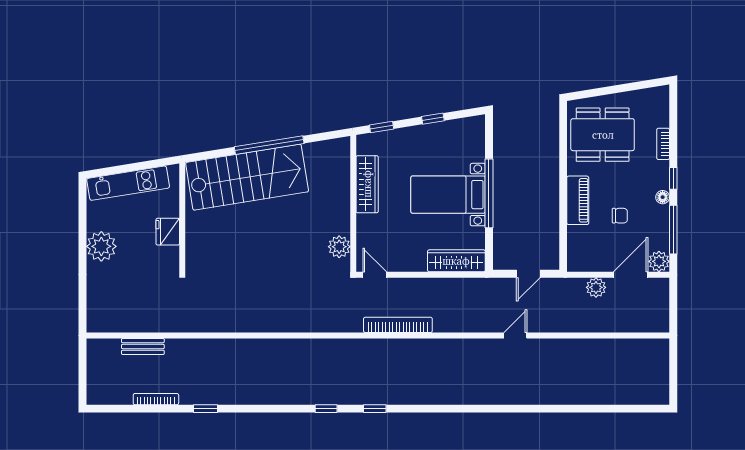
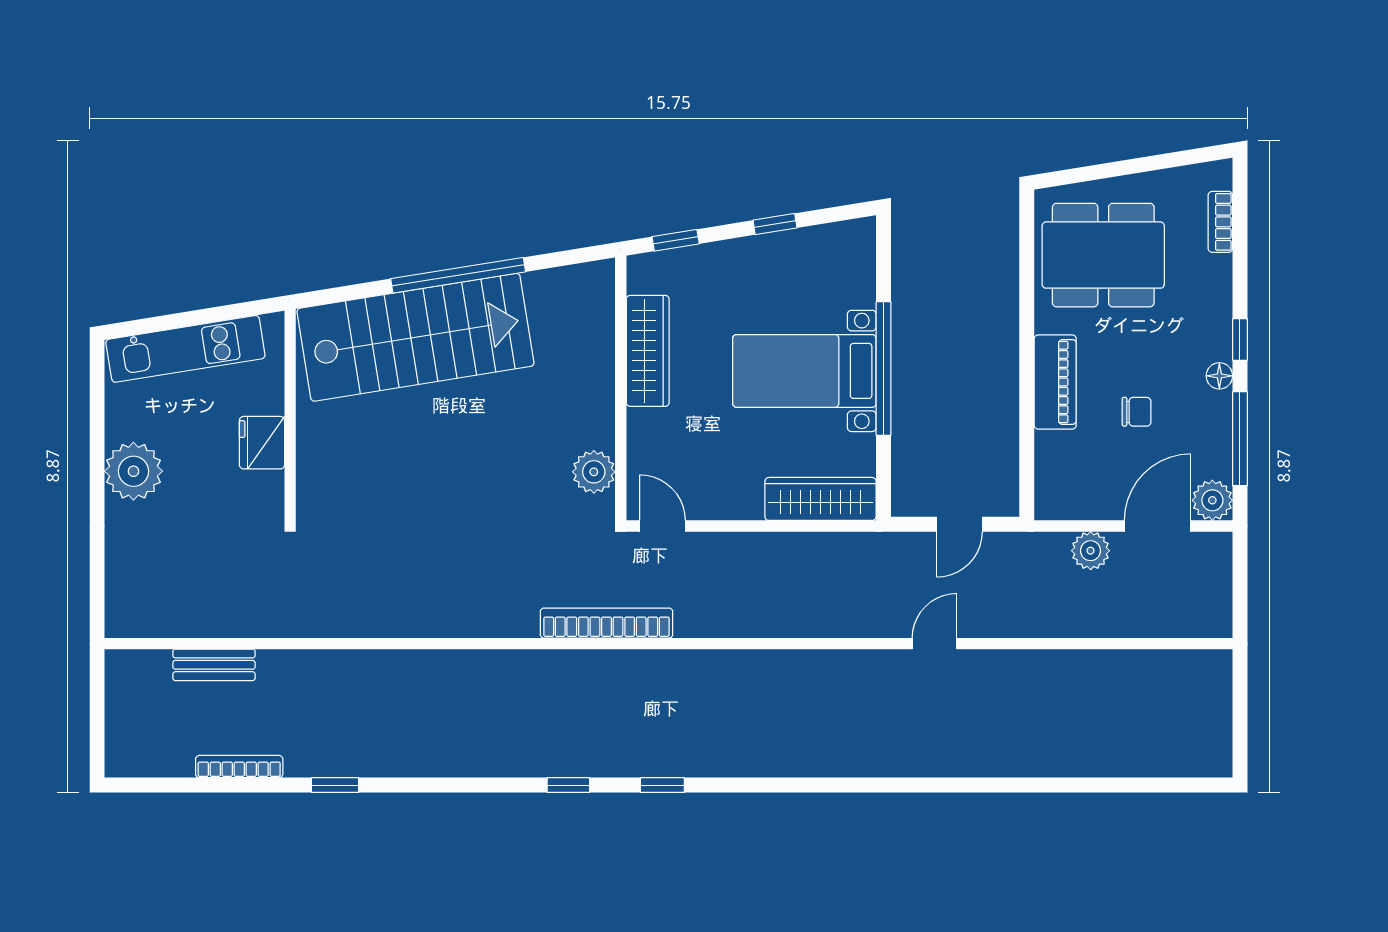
bookcase: (663, 144) -> (1220, 222), moved
bookcase: (398, 325) -> (606, 623), moved

